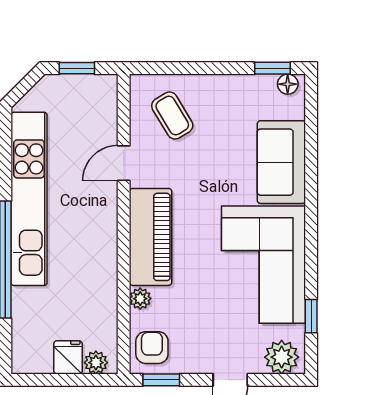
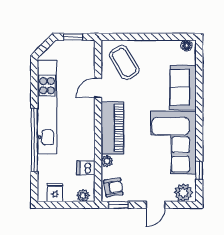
window: (272, 68) -> (178, 37), removed
coffee table: (172, 116) -> (124, 62), width x1.36, depth x1.30
dishwasher: (101, 311) -> (86, 168), added
armchair: (152, 348) -> (113, 187), turned 81
fridge: (68, 357) -> (55, 193), moved

